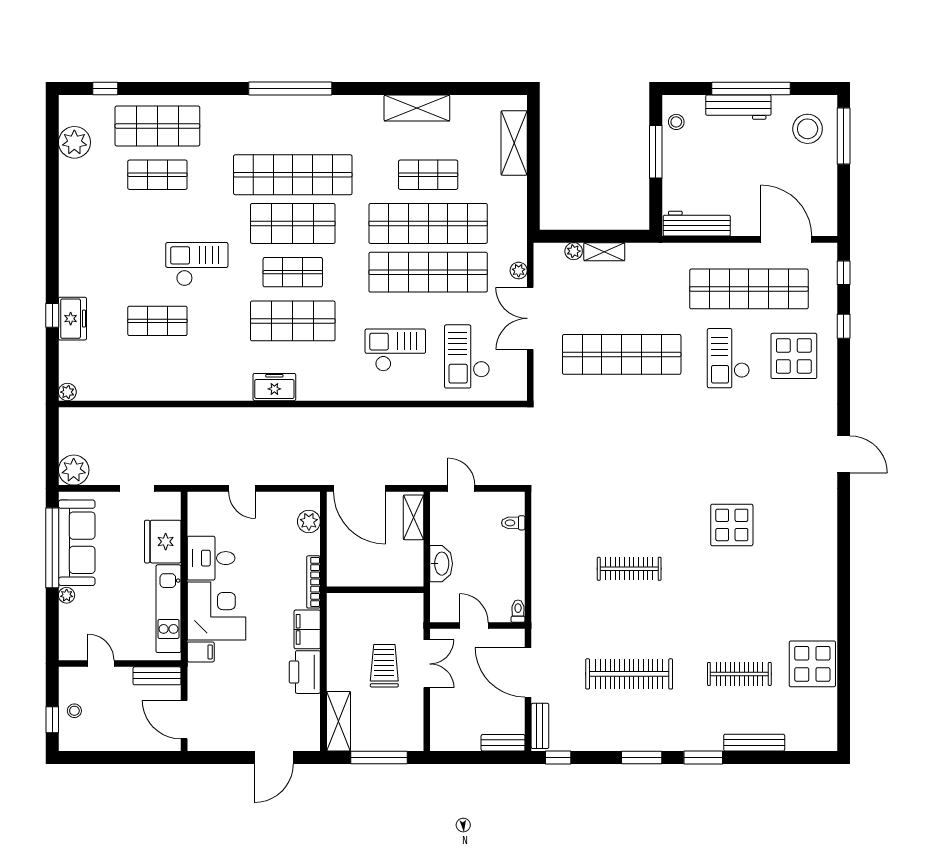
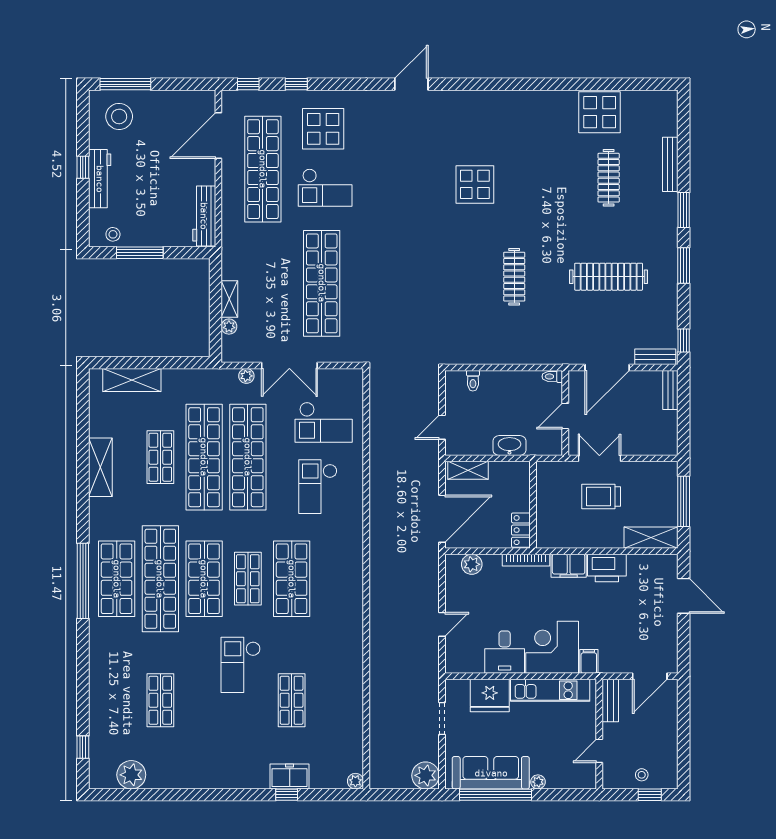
window: (751, 88) -> (83, 167), width x0.32
shop shelf: (157, 126) -> (117, 579), moved
freezer: (274, 387) -> (351, 595), removed
locker: (347, 576) -> (521, 530), added
clothes rail: (629, 674) -> (609, 277), turned 90

